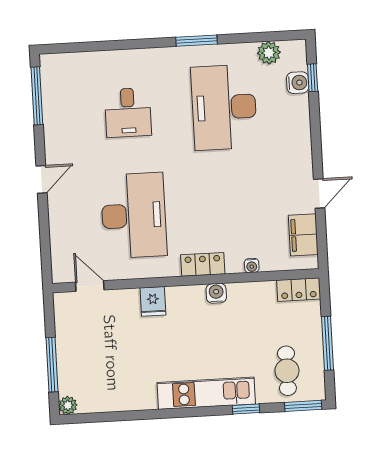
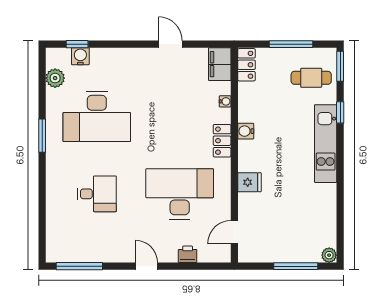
printer: (59, 229) -> (188, 254), added
filing cabinet: (303, 235) -> (220, 64), moved, turned 90

